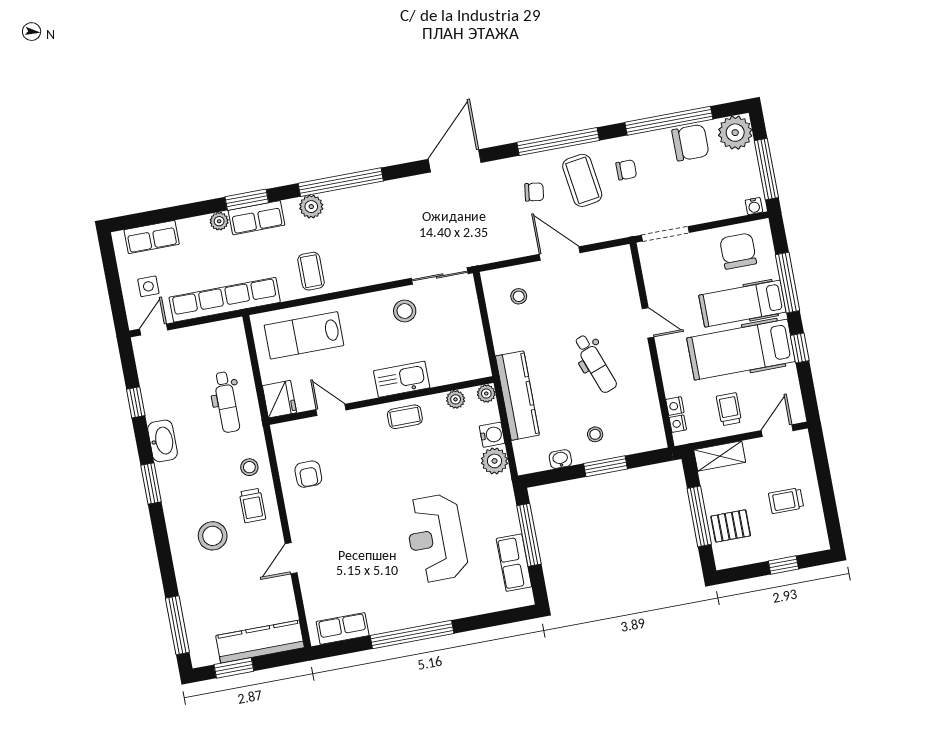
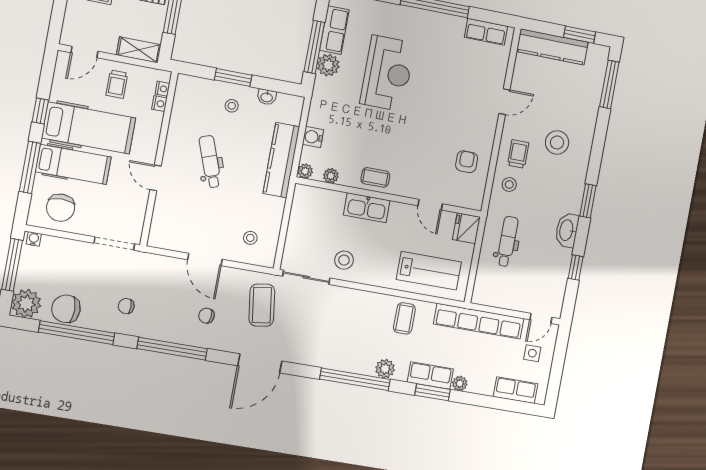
coffee table: (582, 180) -> (262, 305), moved
plant: (495, 461) -> (328, 65), moved

